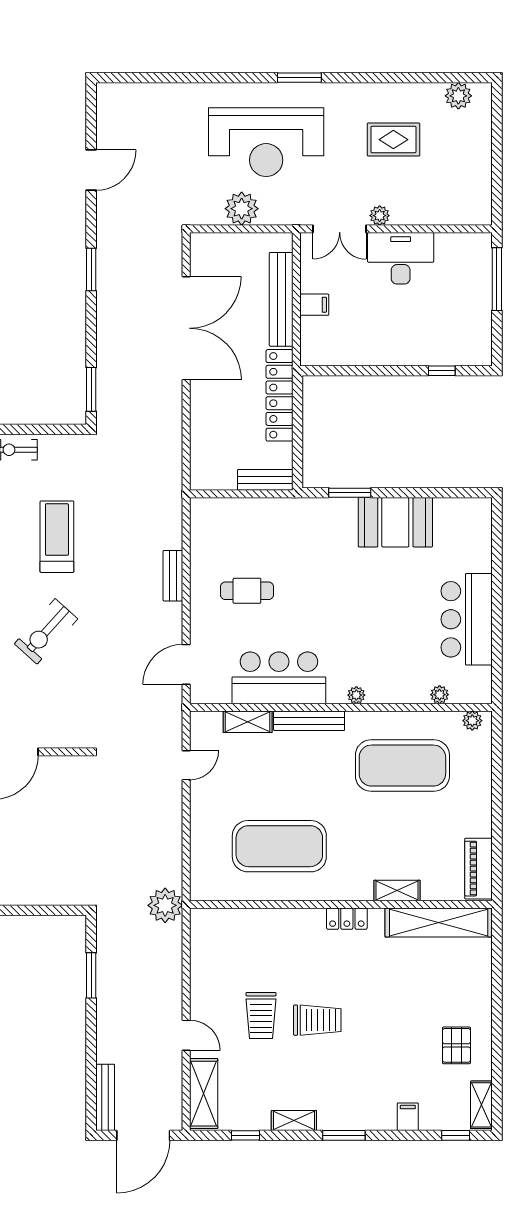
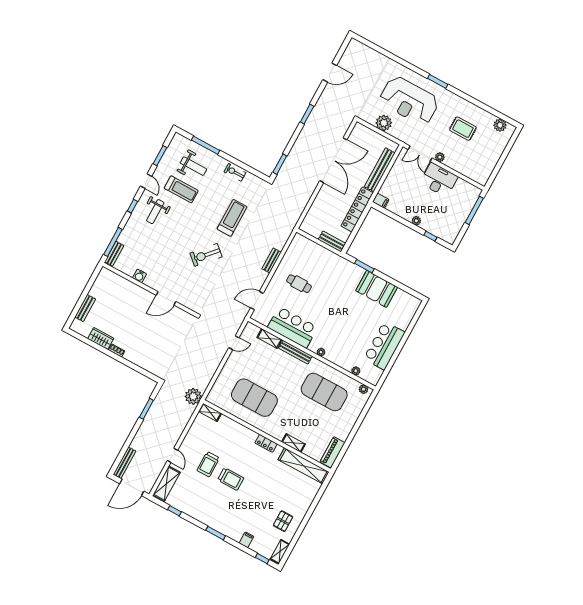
filing cabinet: (314, 305) -> (381, 201), moved
plant: (400, 357) -> (416, 221), added
shelving: (294, 1121) -> (210, 412), moved

